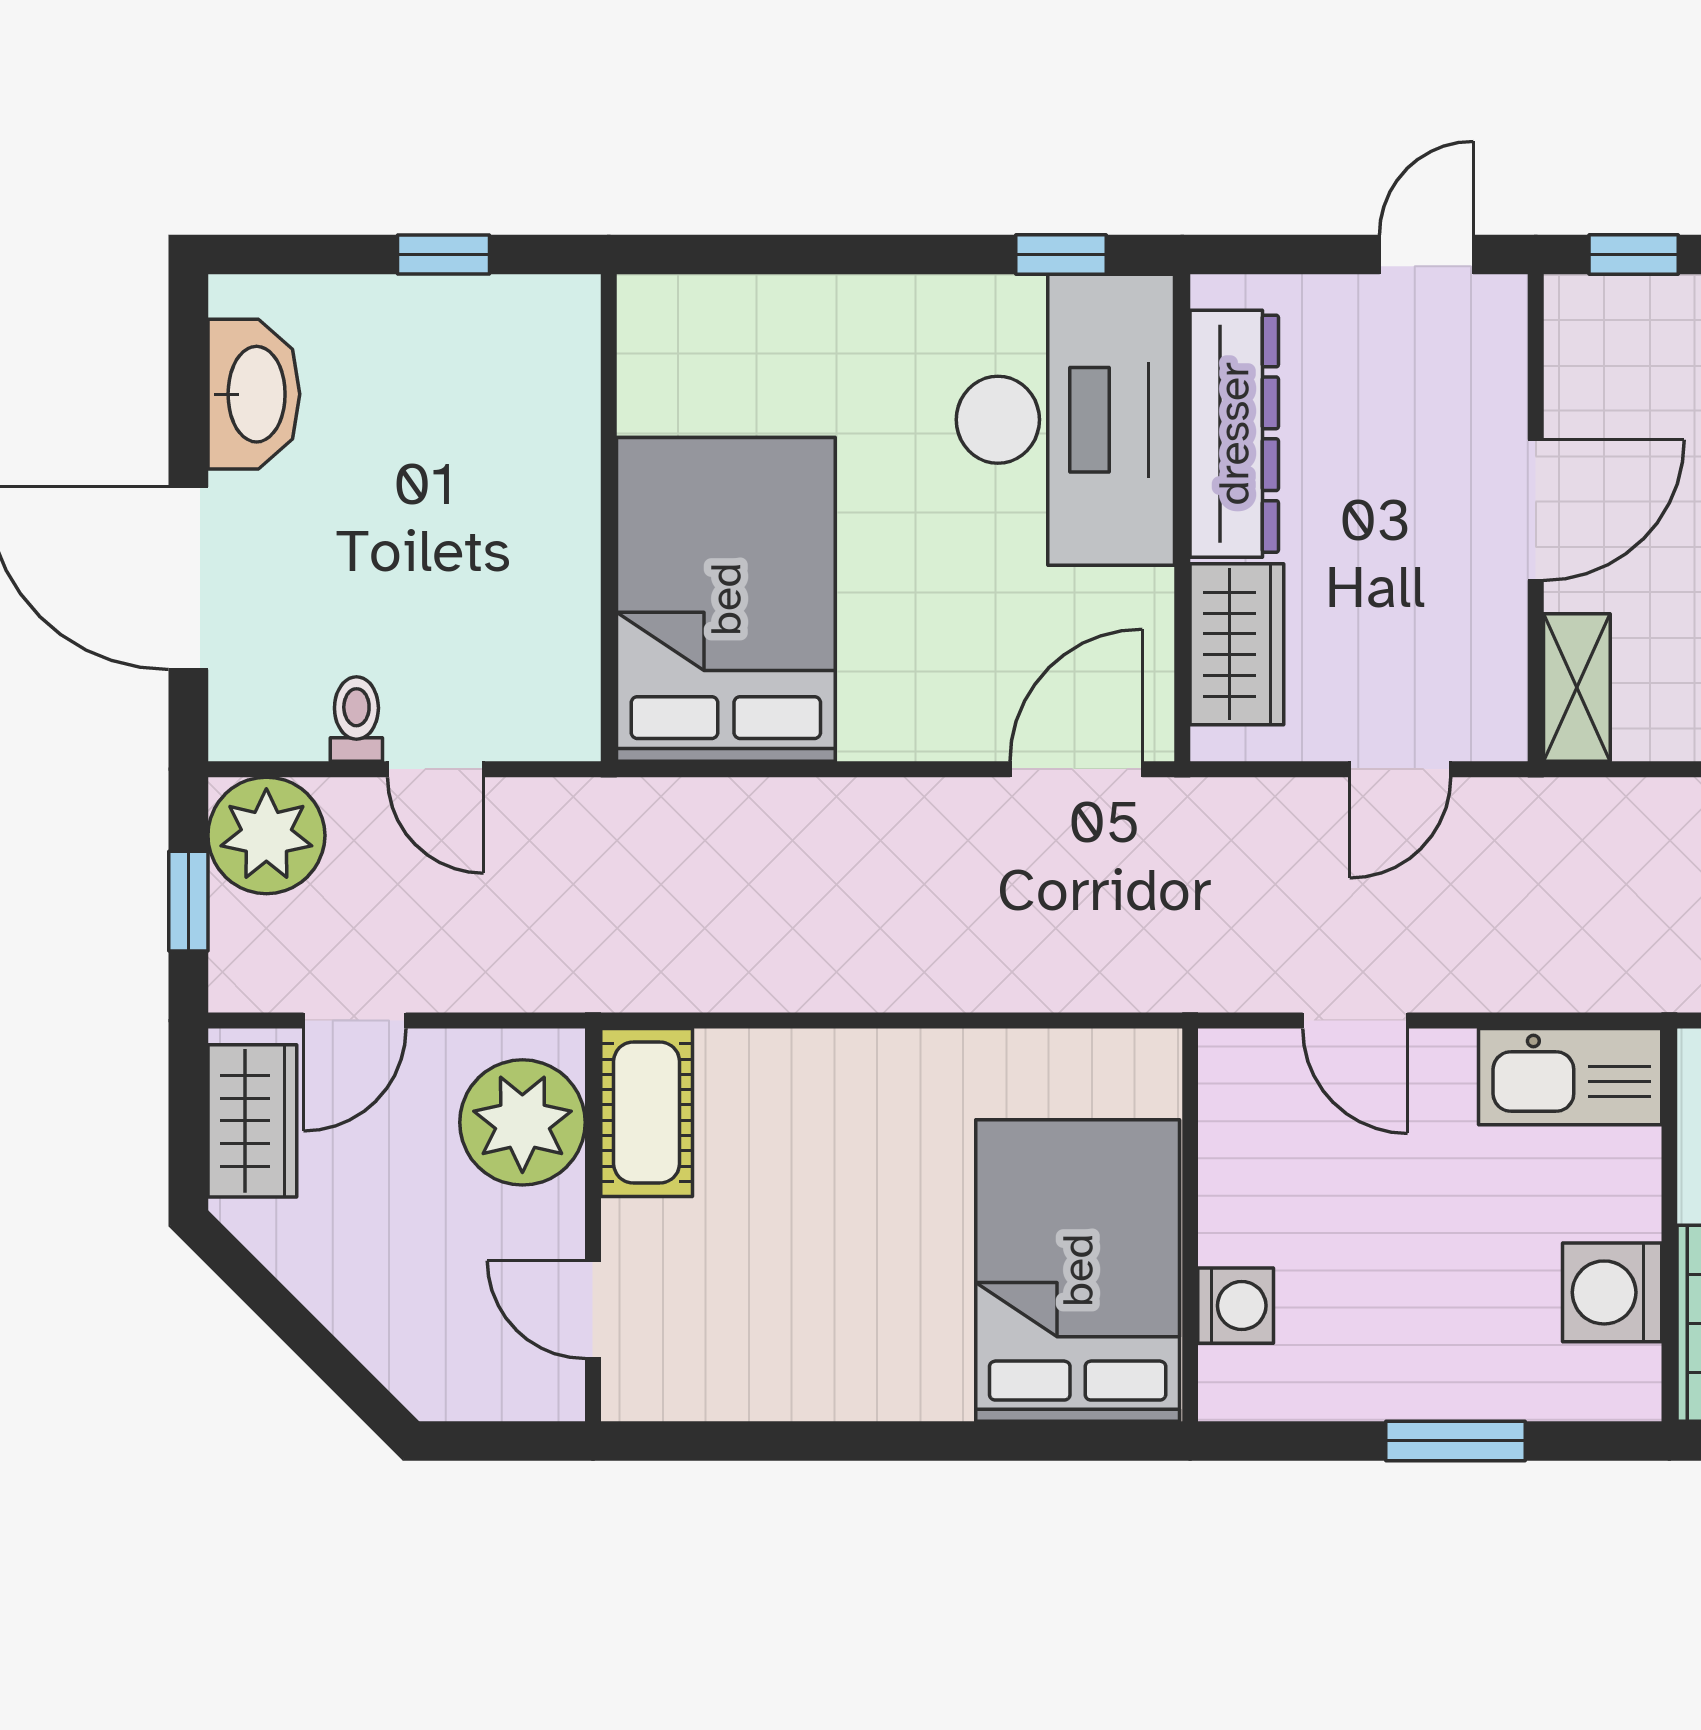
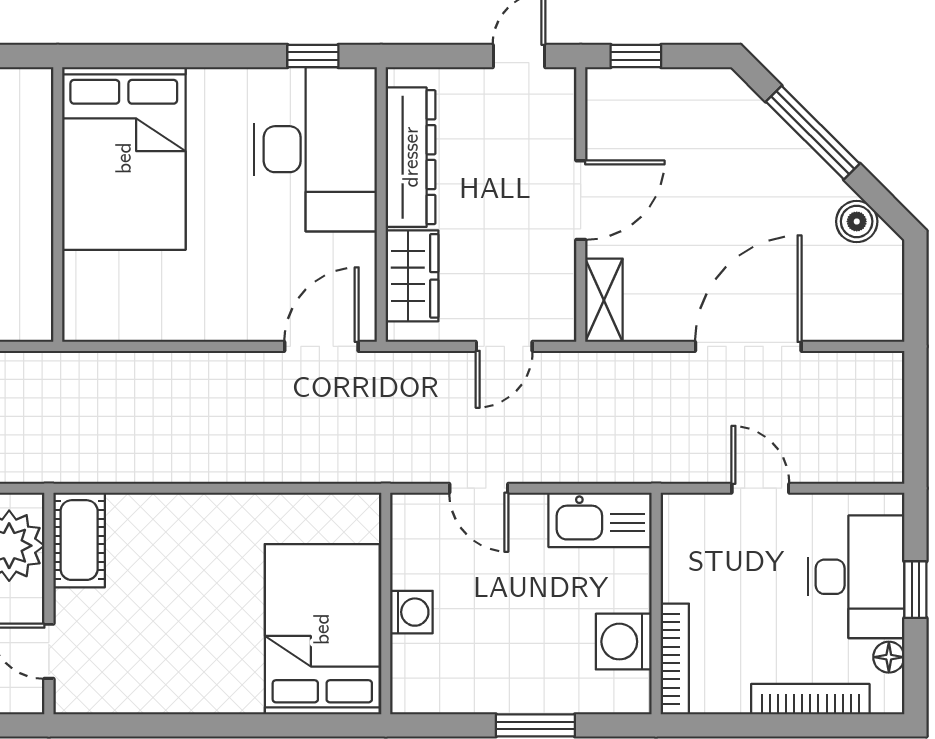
bed: (726, 599) -> (124, 158), moved, turned 180
washing machine: (1236, 1306) -> (411, 612), moved

